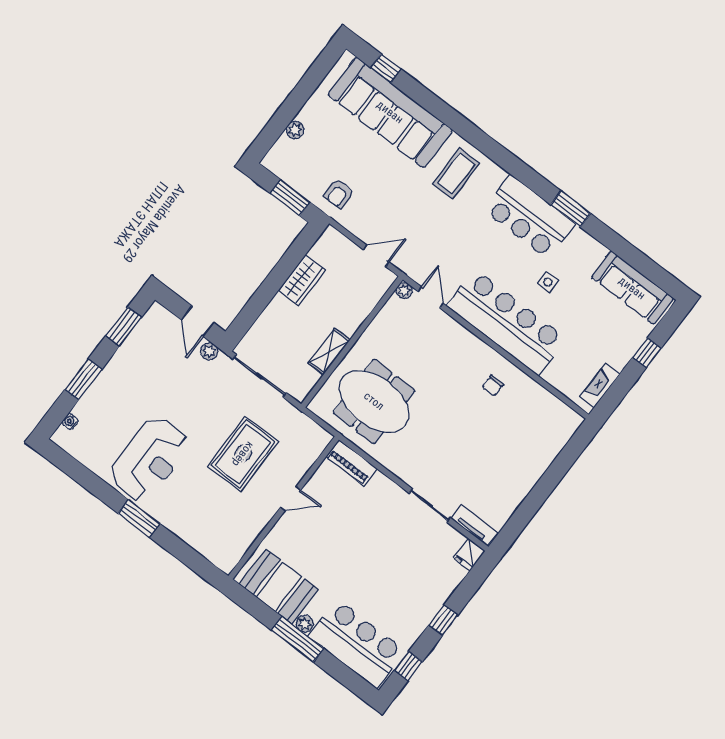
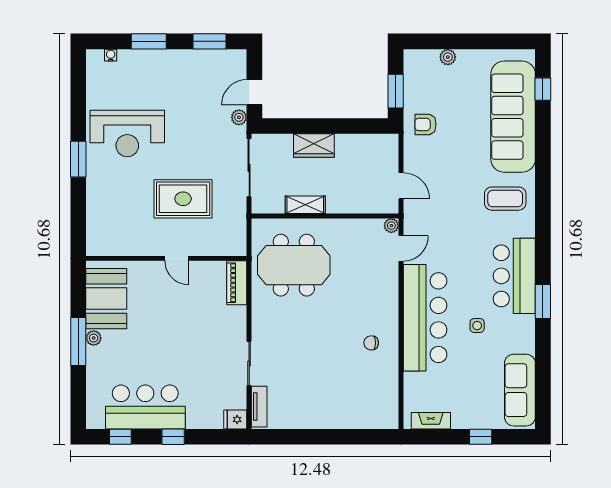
wardrobe: (302, 280) -> (314, 145), moved
meeting table: (374, 401) -> (294, 265), turned 90
bar counter: (357, 644) -> (145, 407), moved, turned -90

